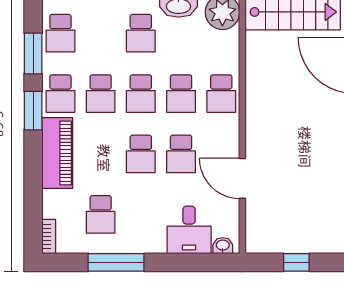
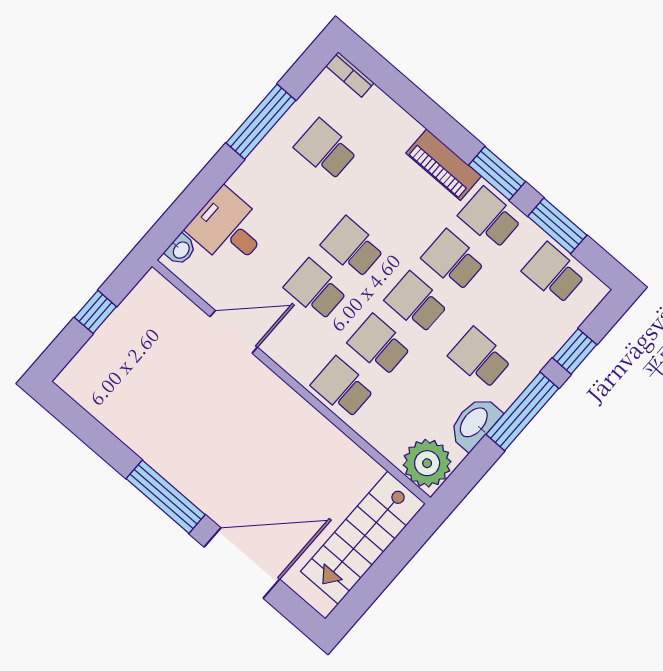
piano: (57, 153) -> (444, 165), width x0.73, depth x0.75

